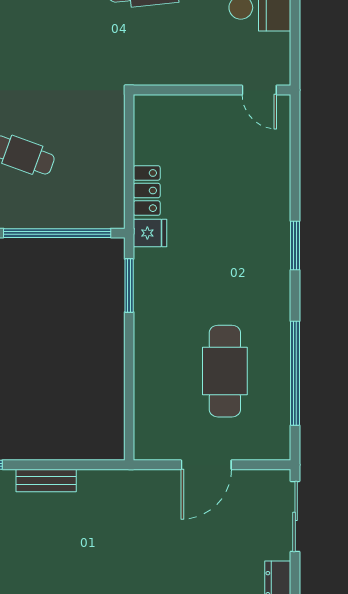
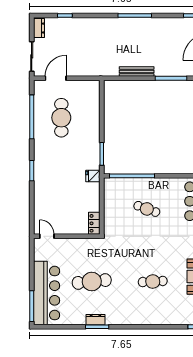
locker: (147, 191) -> (94, 223), moved
door: (206, 465) -> (56, 78), moved
bench: (46, 481) -> (137, 72), width x1.36

